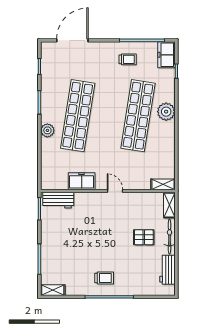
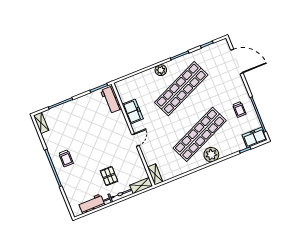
shop shelf: (78, 116) -> (181, 89), turned -33
shop shelf: (138, 116) -> (200, 134), turned -33

